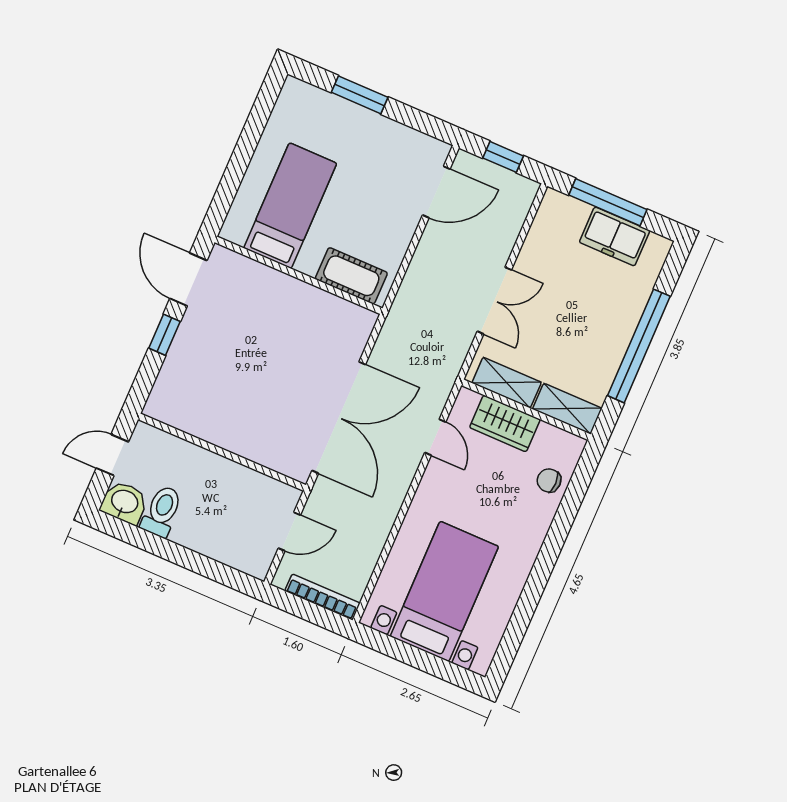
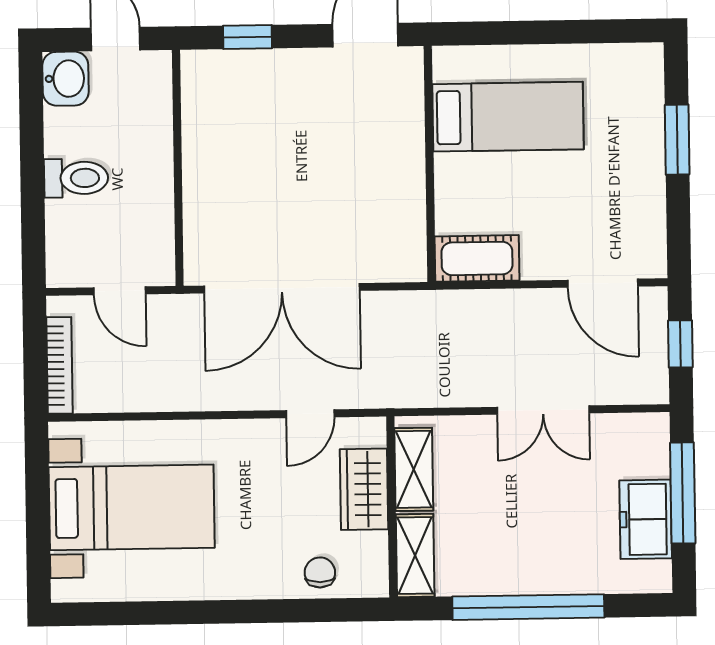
cot: (351, 276) -> (477, 258), moved, turned 90
double door: (494, 301) -> (543, 410), moved
window: (164, 335) -> (248, 37), moved
toilet: (162, 511) -> (76, 178), moved

